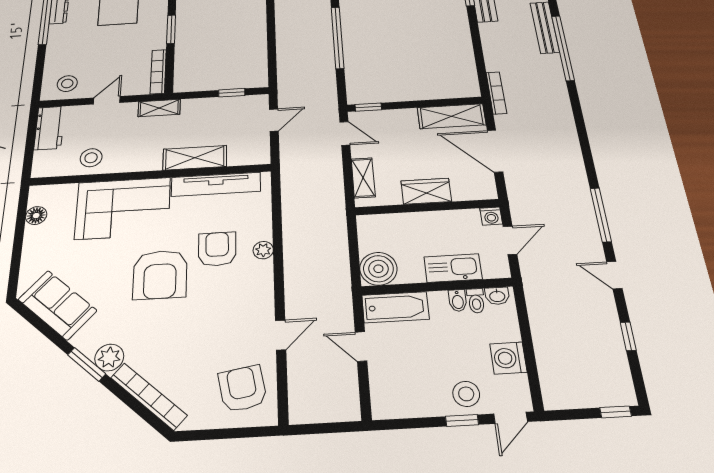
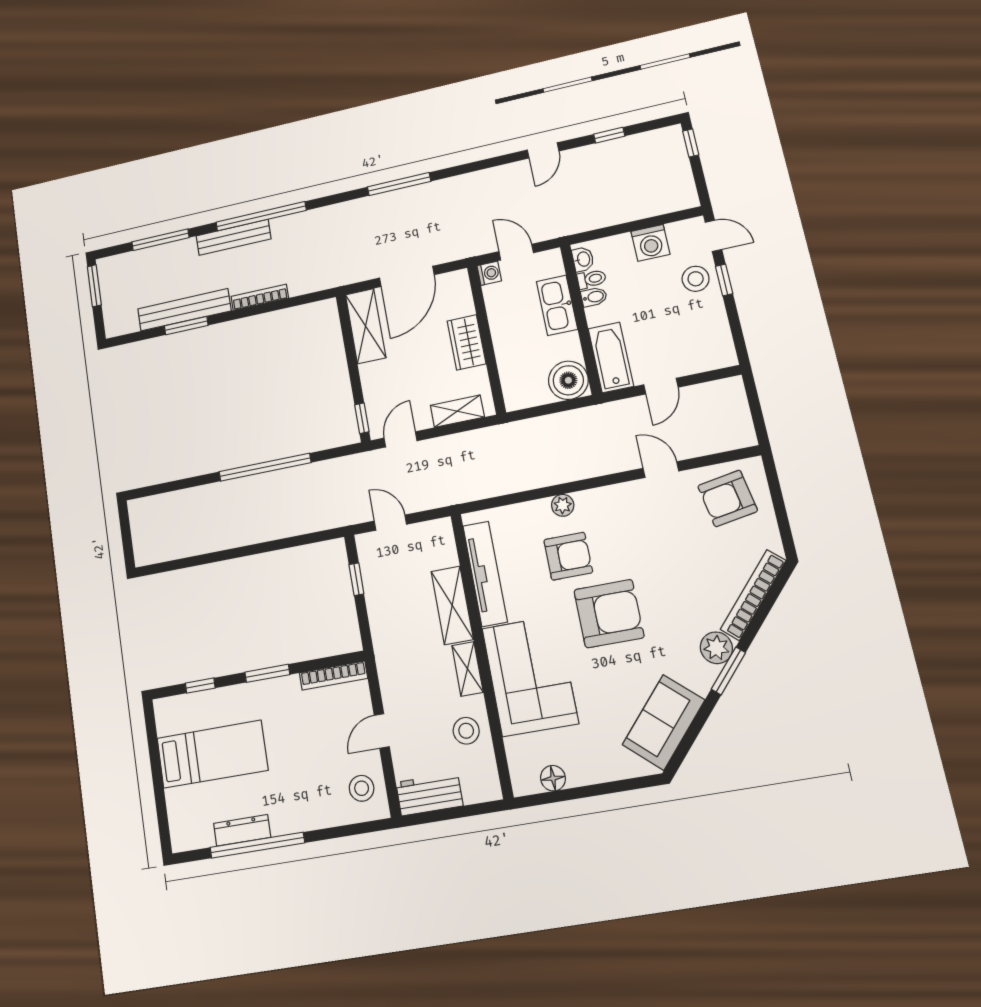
bookcase: (496, 93) -> (260, 297), moved
door: (107, 100) -> (382, 731), hinge flipped
shelving: (159, 108) -> (467, 669), moved
window: (601, 215) -> (399, 184), moved
armchair: (217, 249) -> (568, 556), turned 180

